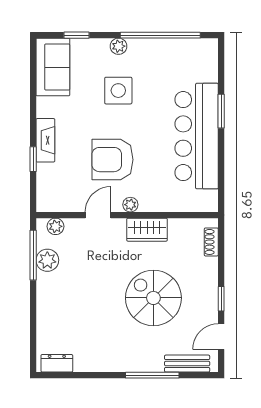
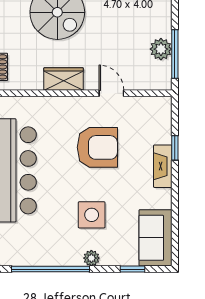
plant: (130, 205) -> (80, 103), removed
door: (98, 215) -> (111, 93), swing flipped
plant: (55, 226) -> (153, 82), removed

